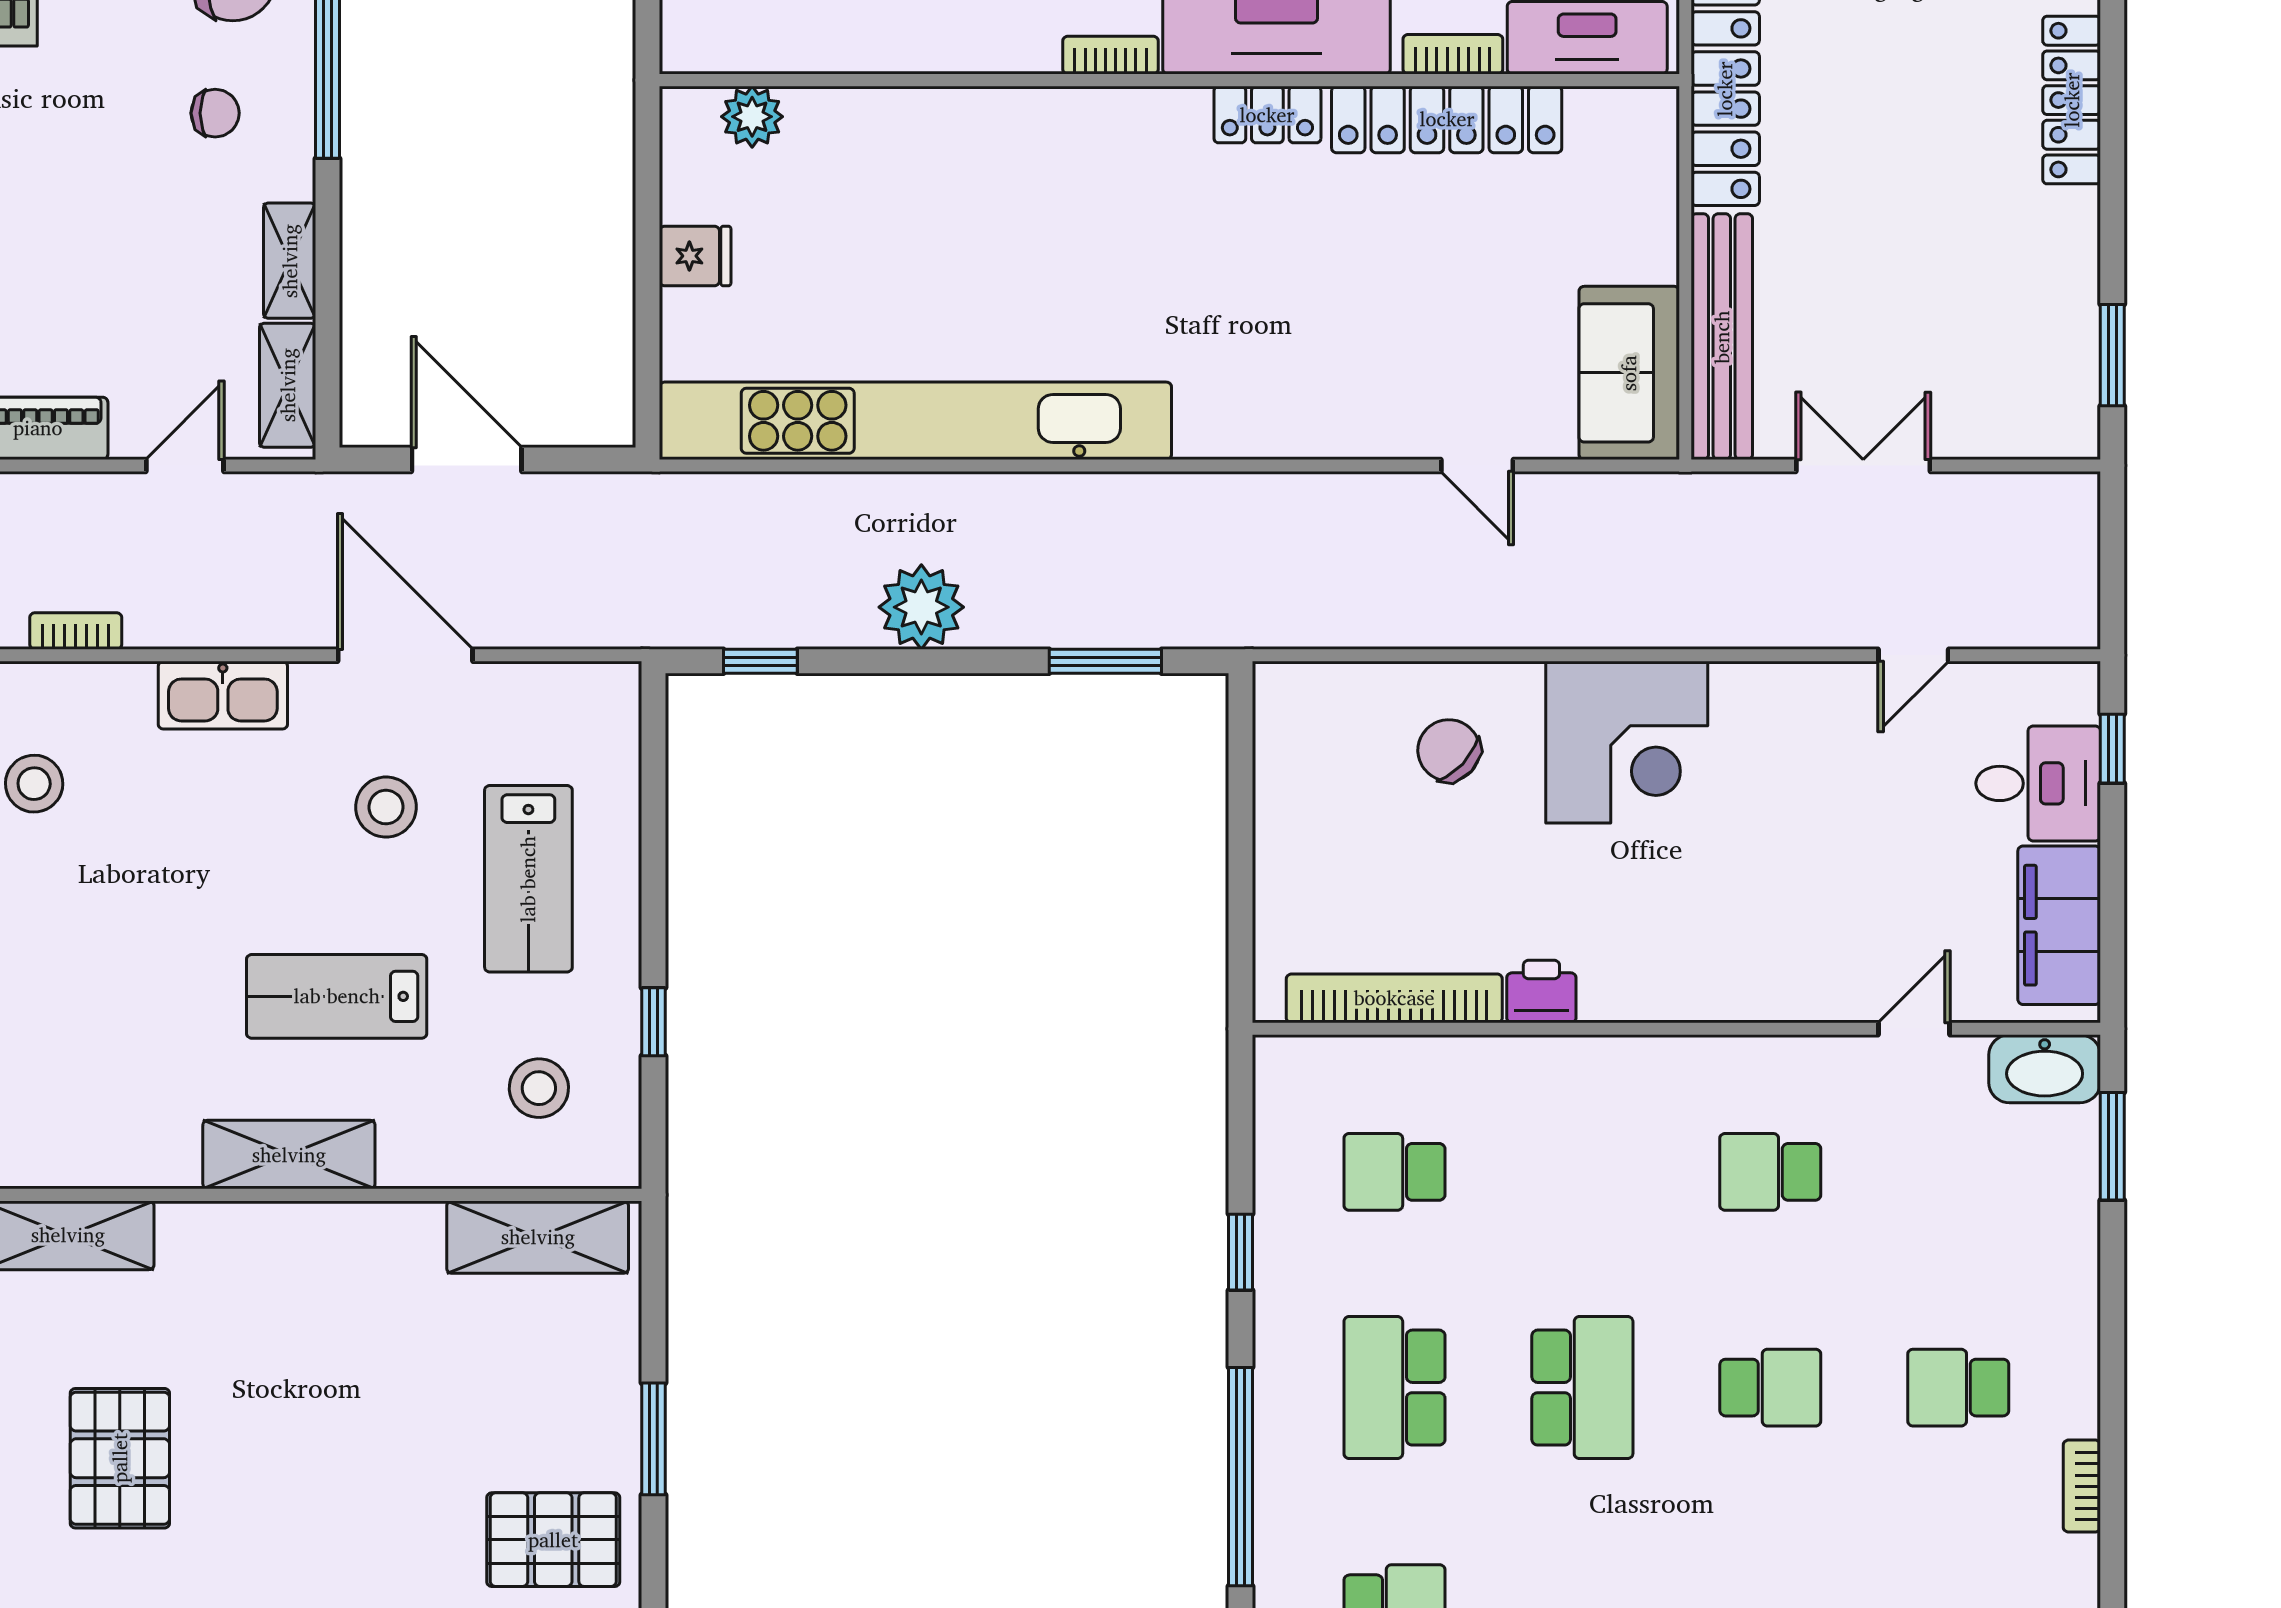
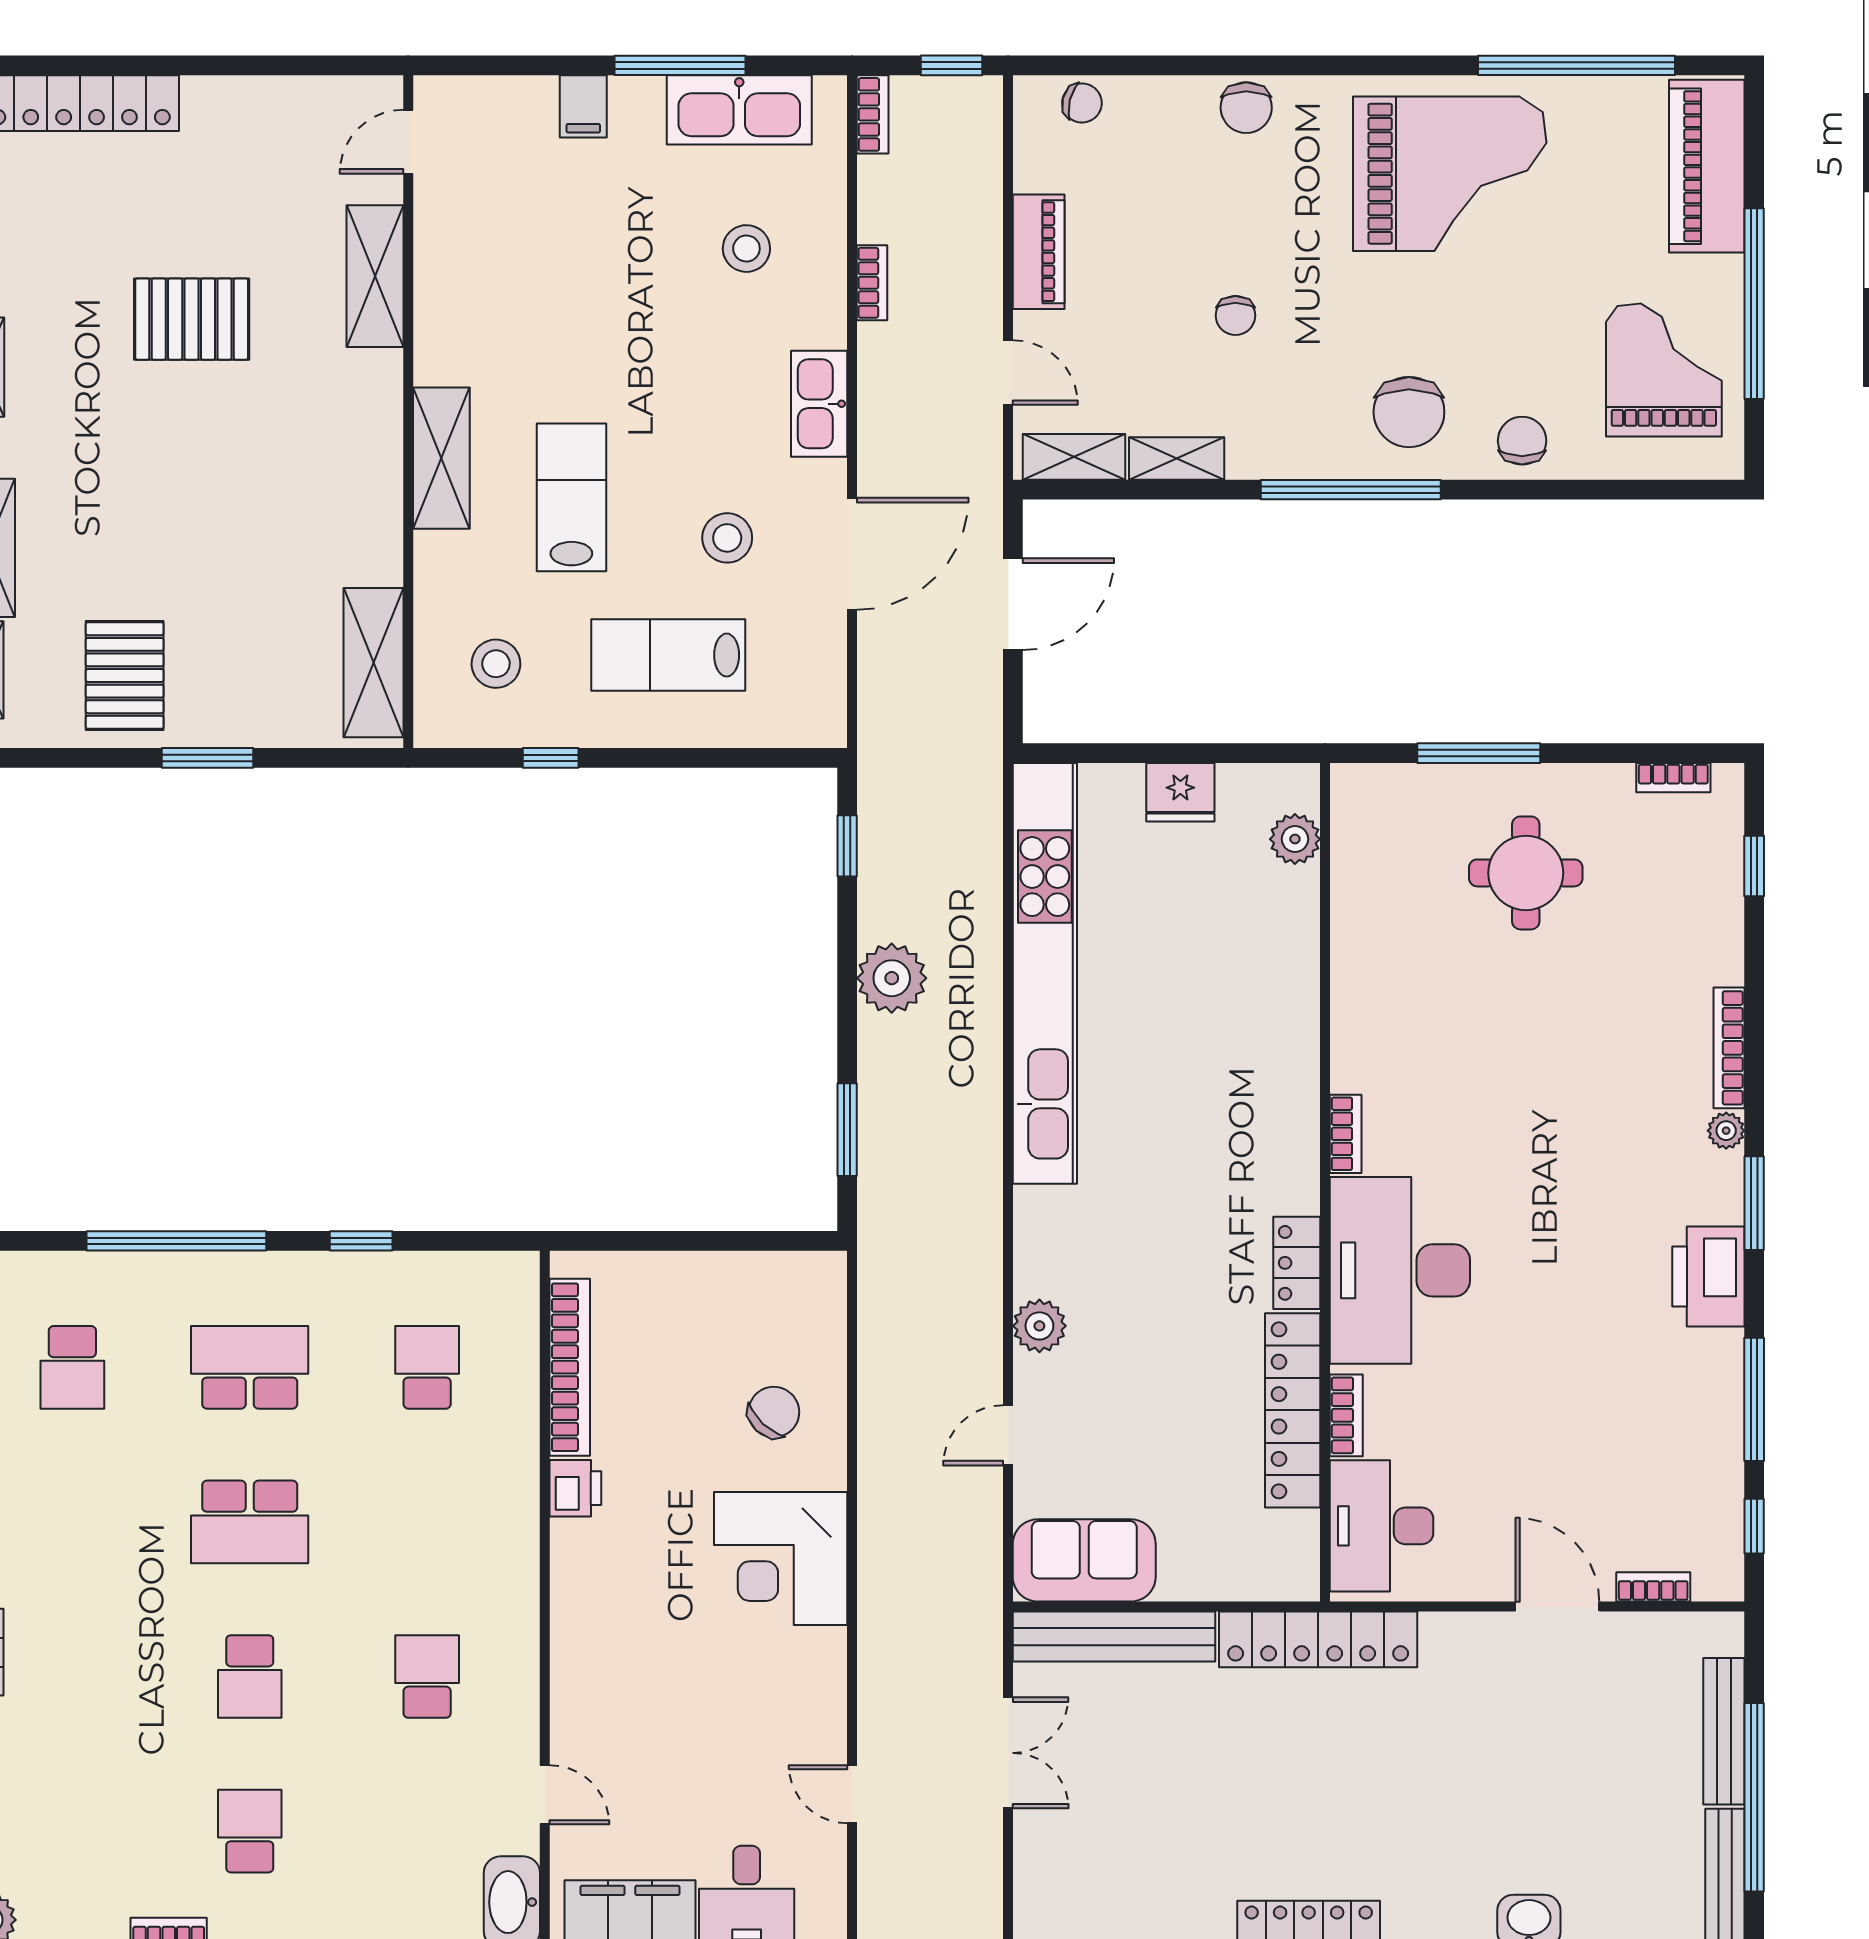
chair: (215, 113) -> (1235, 315), moved
fridge: (695, 256) -> (1180, 792), width x1.38
plant: (1344, 427) -> (1039, 1326), added

